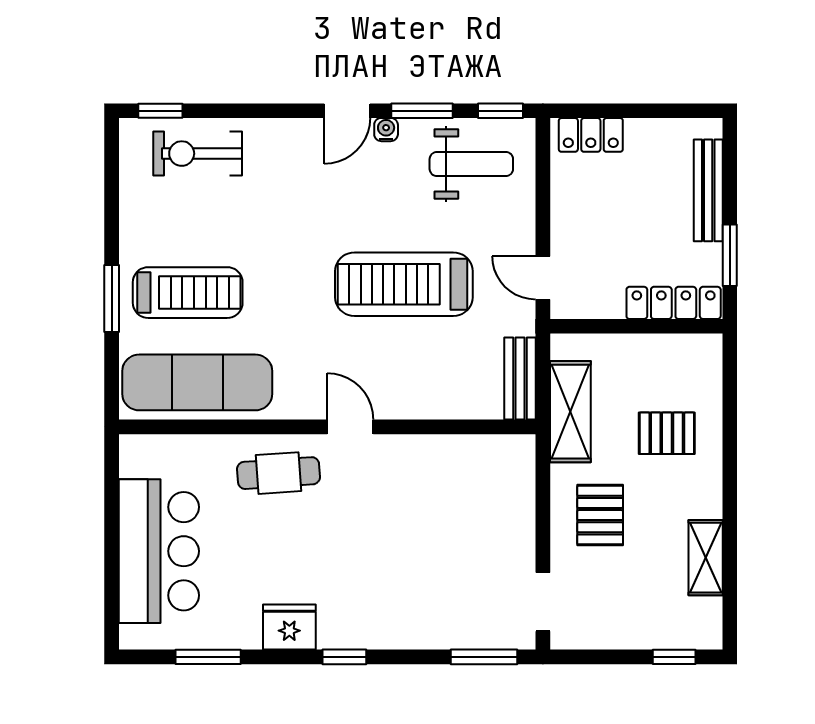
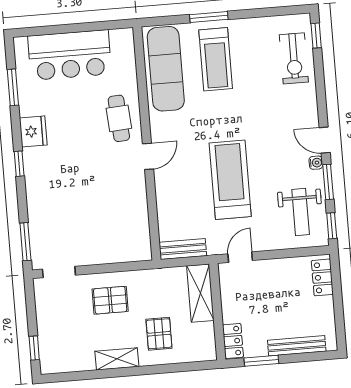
exercise bike: (198, 154) -> (294, 58), turned 180
locker: (674, 303) -> (233, 341), width x0.66
shelving: (570, 412) -> (200, 293), moved, turned 90
shelving: (706, 558) -> (117, 359), moved

